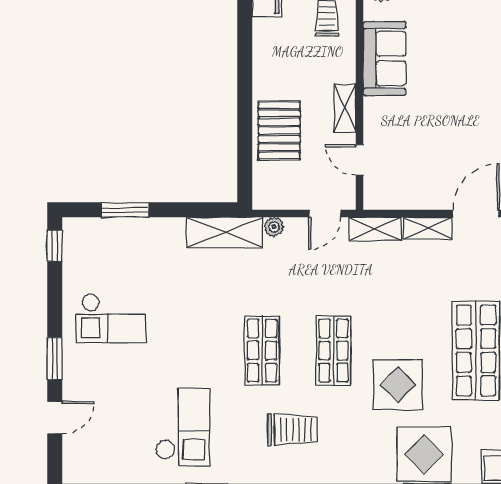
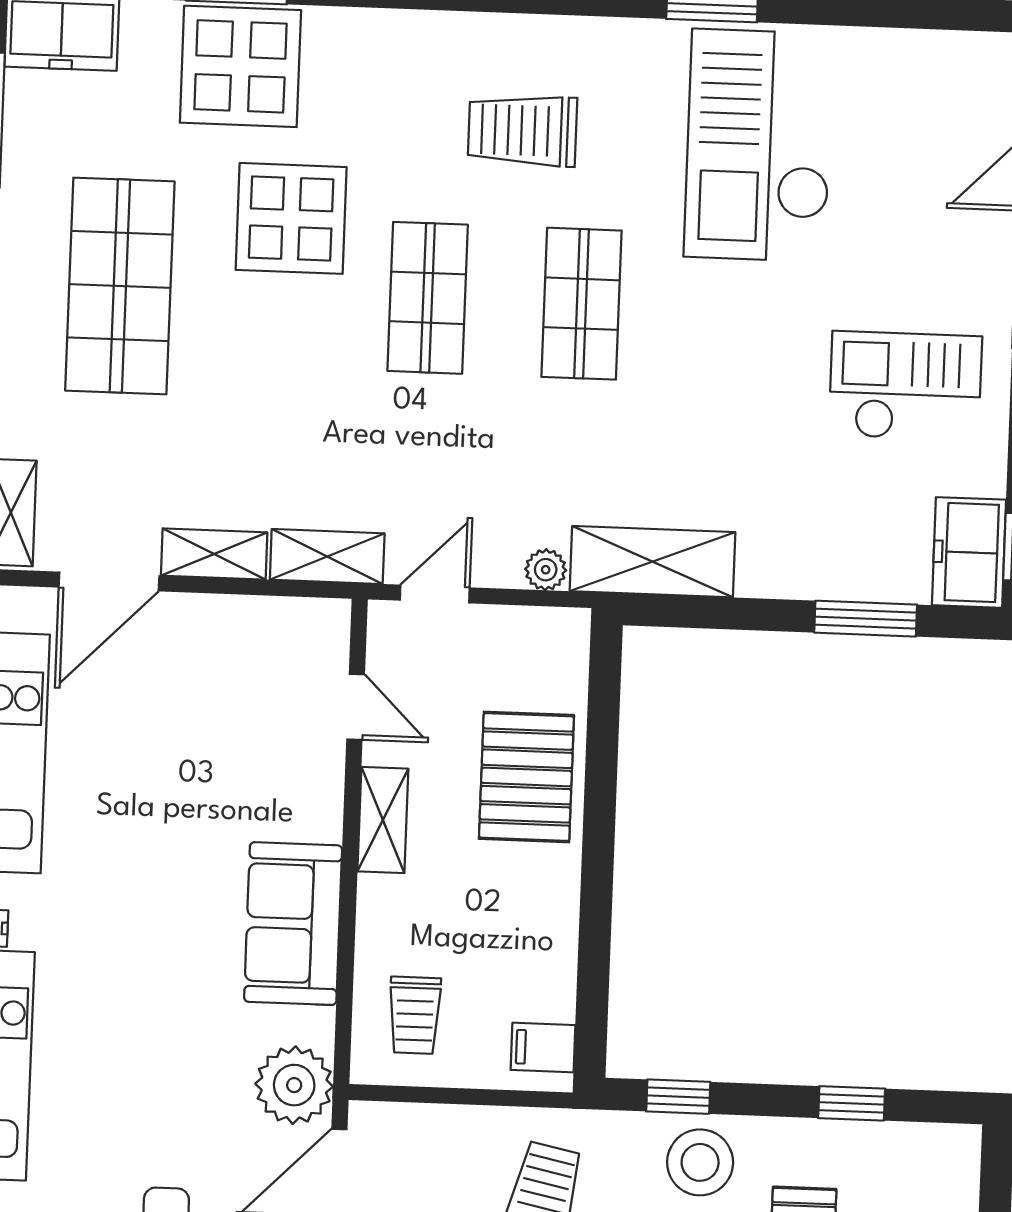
freezer: (78, 242) -> (969, 552), added
checkout: (183, 427) -> (759, 145), width x1.36, depth x1.21

